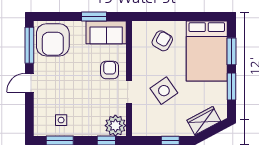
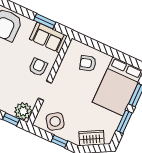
armchair: (162, 41) -> (88, 63), turned -136
side table: (164, 91) -> (55, 121), moved

